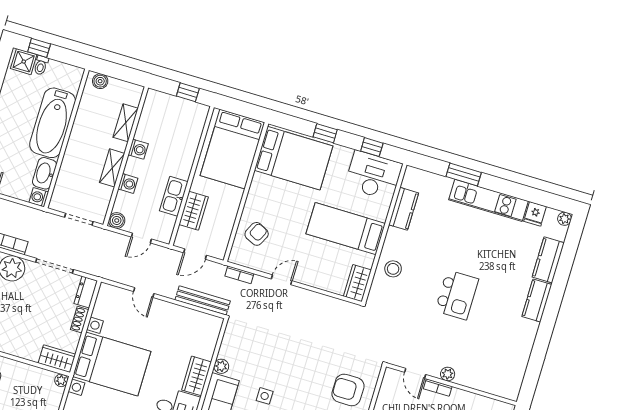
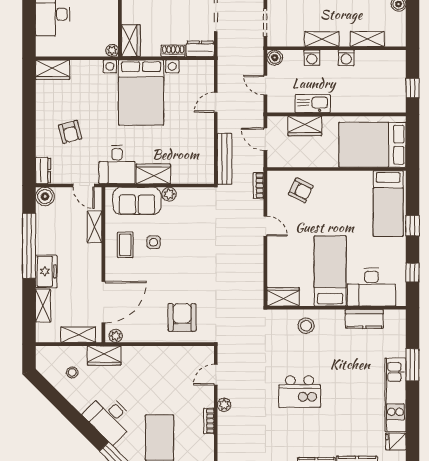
bed: (294, 158) -> (388, 204), width x0.67
desk: (374, 175) -> (371, 287), moved, turned 90
bookcase: (438, 388) -> (209, 421), moved

